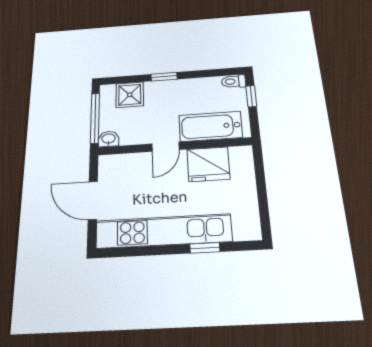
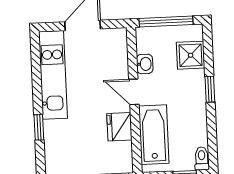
washbasin: (109, 139) -> (145, 64), moved
fridge: (208, 164) -> (119, 127), width x0.73, depth x0.75
kitchen unit: (163, 231) -> (53, 75), width x0.73

